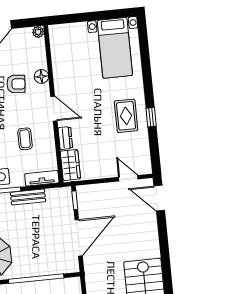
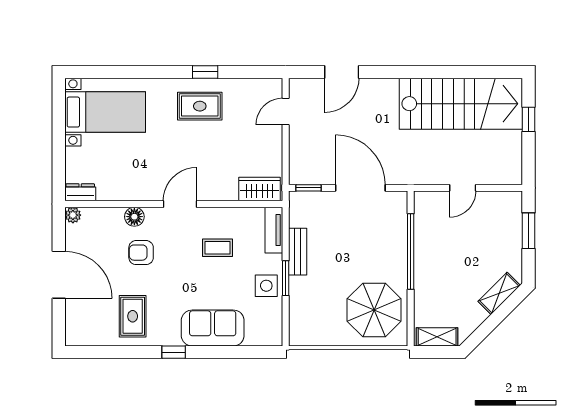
armchair: (16, 84) -> (141, 253), turned -95
dresser: (65, 138) -> (80, 192), moved
door: (159, 198) -> (342, 72), moved

